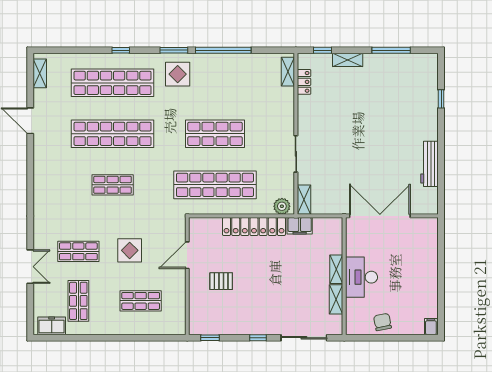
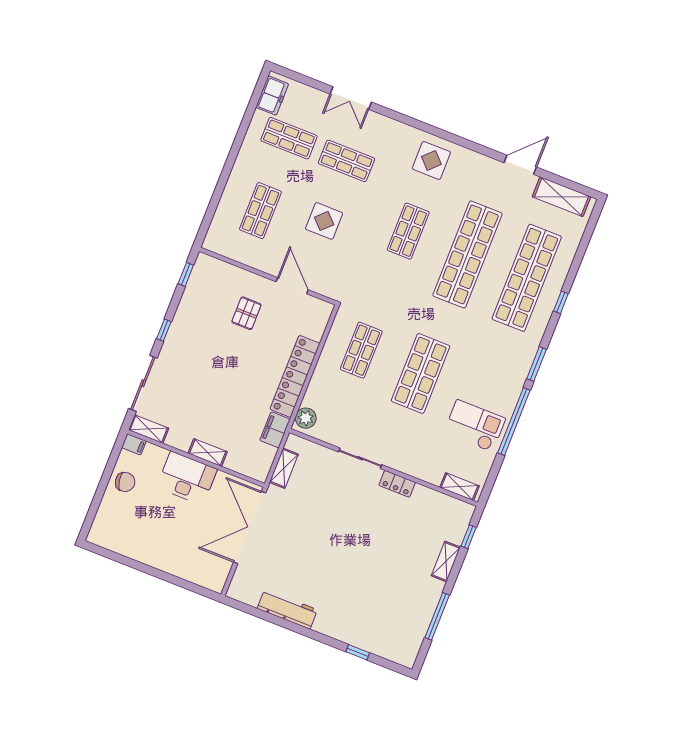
shelving: (40, 73) -> (561, 197), width x1.50, depth x1.33
display table: (178, 74) -> (431, 160), moved
checkout: (238, 78) -> (475, 426), added
locker: (304, 82) -> (397, 484), moved
shop shelf: (215, 185) -> (361, 350), width x0.50, depth x0.74
shelving: (304, 200) -> (284, 468), moved, turned 90
double door: (380, 216) -> (250, 527), swing flipped
shop shelf: (78, 251) -> (346, 161), turned 90
shelving: (336, 299) -> (149, 429), moved
filing cabinet: (431, 327) -> (134, 444), moved

